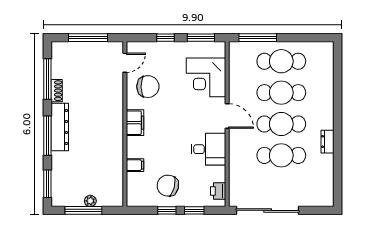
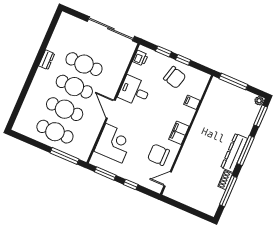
window: (88, 38) -> (186, 208), removed
plant: (90, 201) -> (259, 101), moved
window: (83, 210) -> (233, 82), moved

